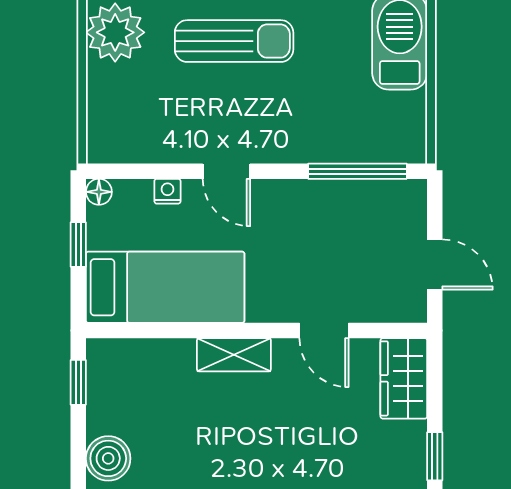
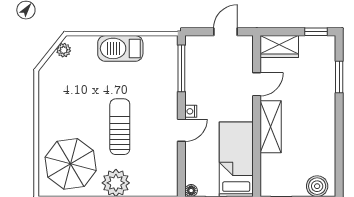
nightstand: (167, 191) -> (191, 111), moved
shelving: (234, 355) -> (271, 127), width x1.50, depth x1.33

